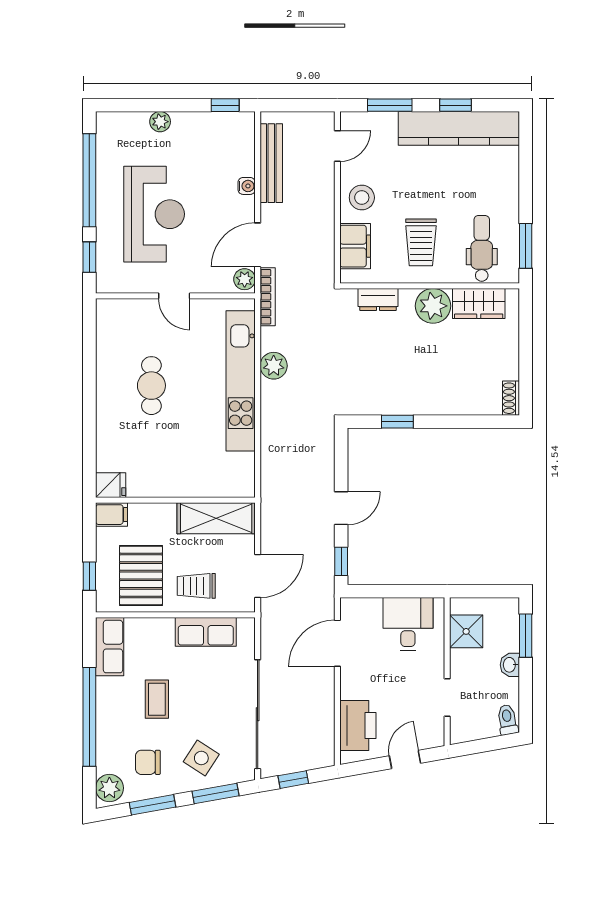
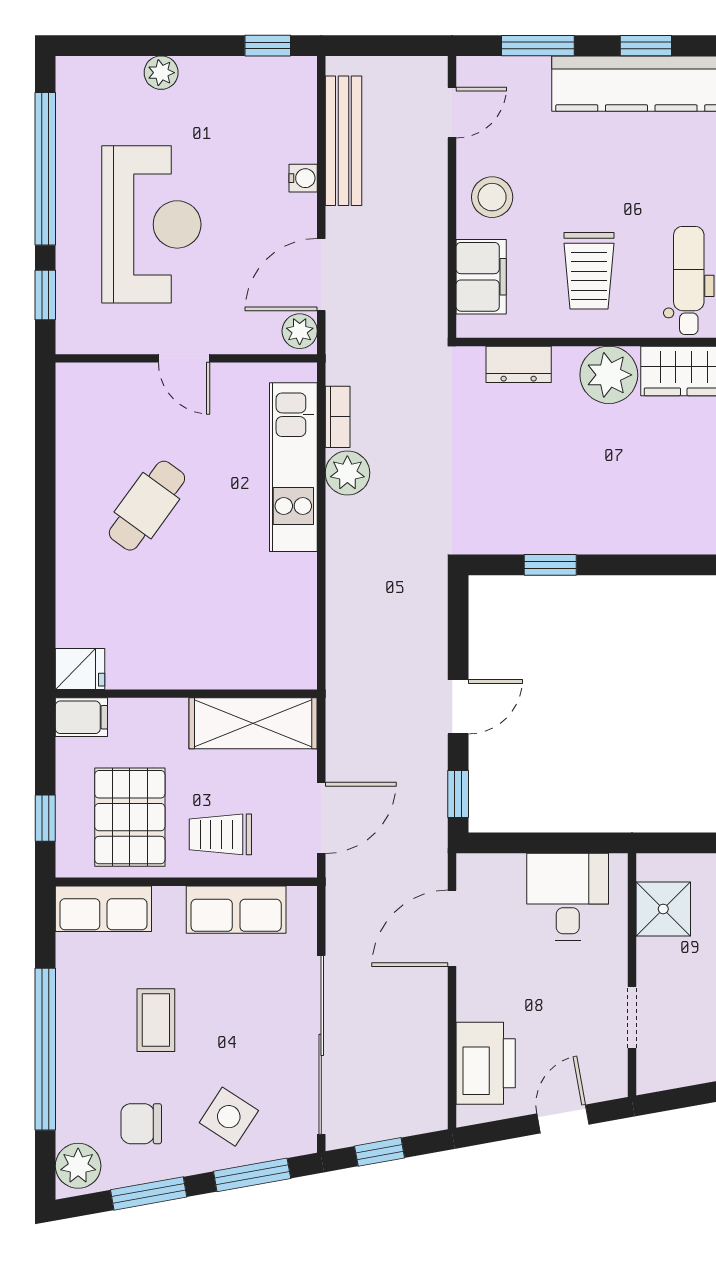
bookcase: (268, 297) -> (338, 417), moved, width x0.64
kitchen unit: (241, 381) -> (293, 467), width x0.73
cafe table: (151, 386) -> (147, 506), turned 36
row of seats: (110, 647) -> (103, 909), moved, turned 90

